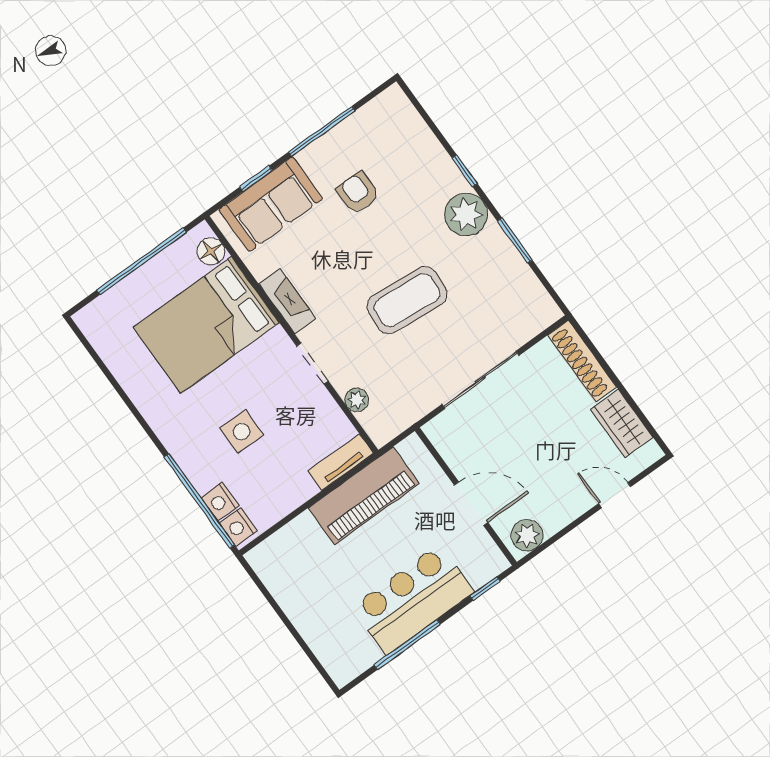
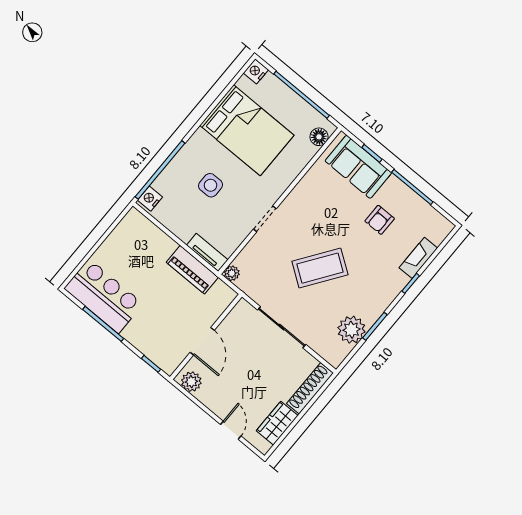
armchair: (358, 193) -> (380, 220), turned 180
plant: (466, 214) -> (351, 330), moved
coffee table: (407, 300) -> (320, 268), turned -60
fireplace: (287, 301) -> (418, 258), moved, turned 180
bed: (206, 325) -> (247, 130), moved, turned 180
plant: (357, 400) -> (232, 273), moved
piano: (364, 496) -> (192, 270), width x0.73, depth x0.75
nightstand: (220, 502) -> (256, 71), moved
bar counter: (413, 599) -> (104, 296), moved

